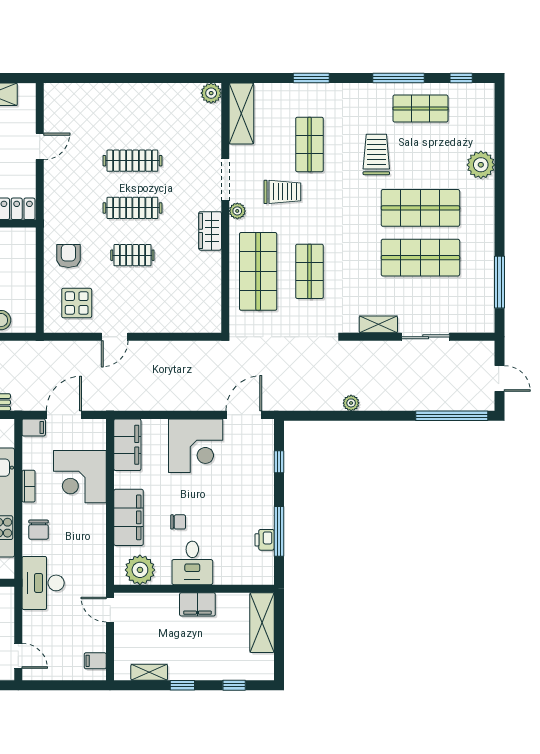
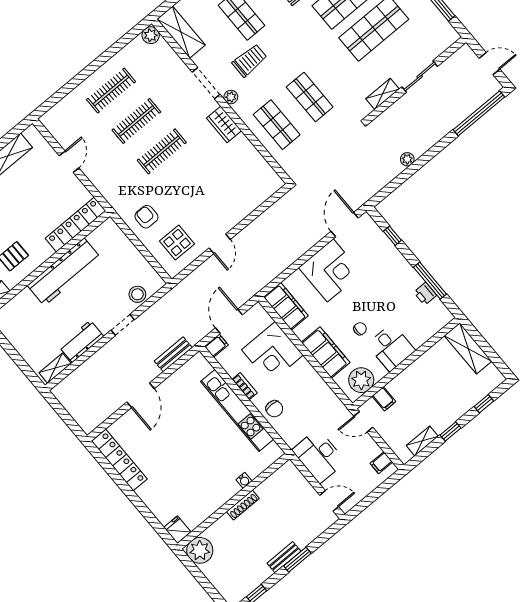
clothes rail: (132, 255) -> (111, 91), moved, width x1.36
shop shelf: (258, 271) -> (277, 125), width x0.70, depth x0.74
desk: (43, 583) -> (319, 456), moved
filing cabinet: (197, 604) -> (384, 399), moved, width x0.50

